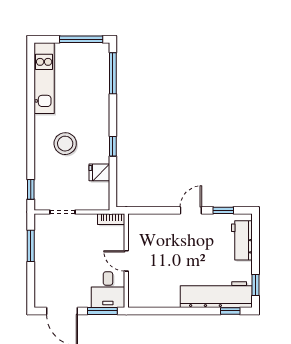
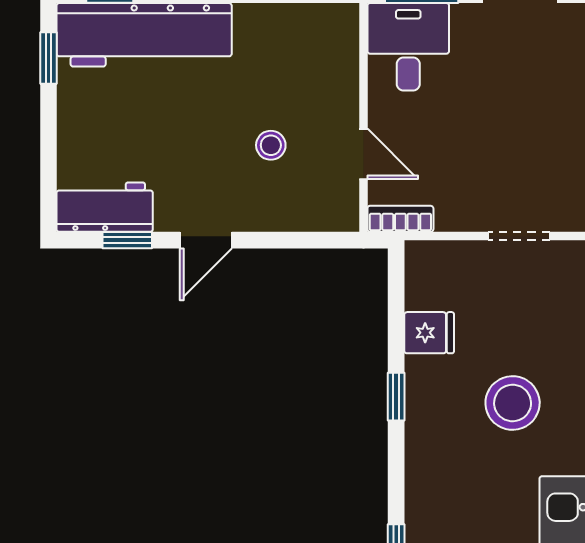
workbench: (242, 240) -> (105, 207), moved, turned -90
stool: (164, 249) -> (271, 145), added
door: (126, 261) -> (363, 154), moved

